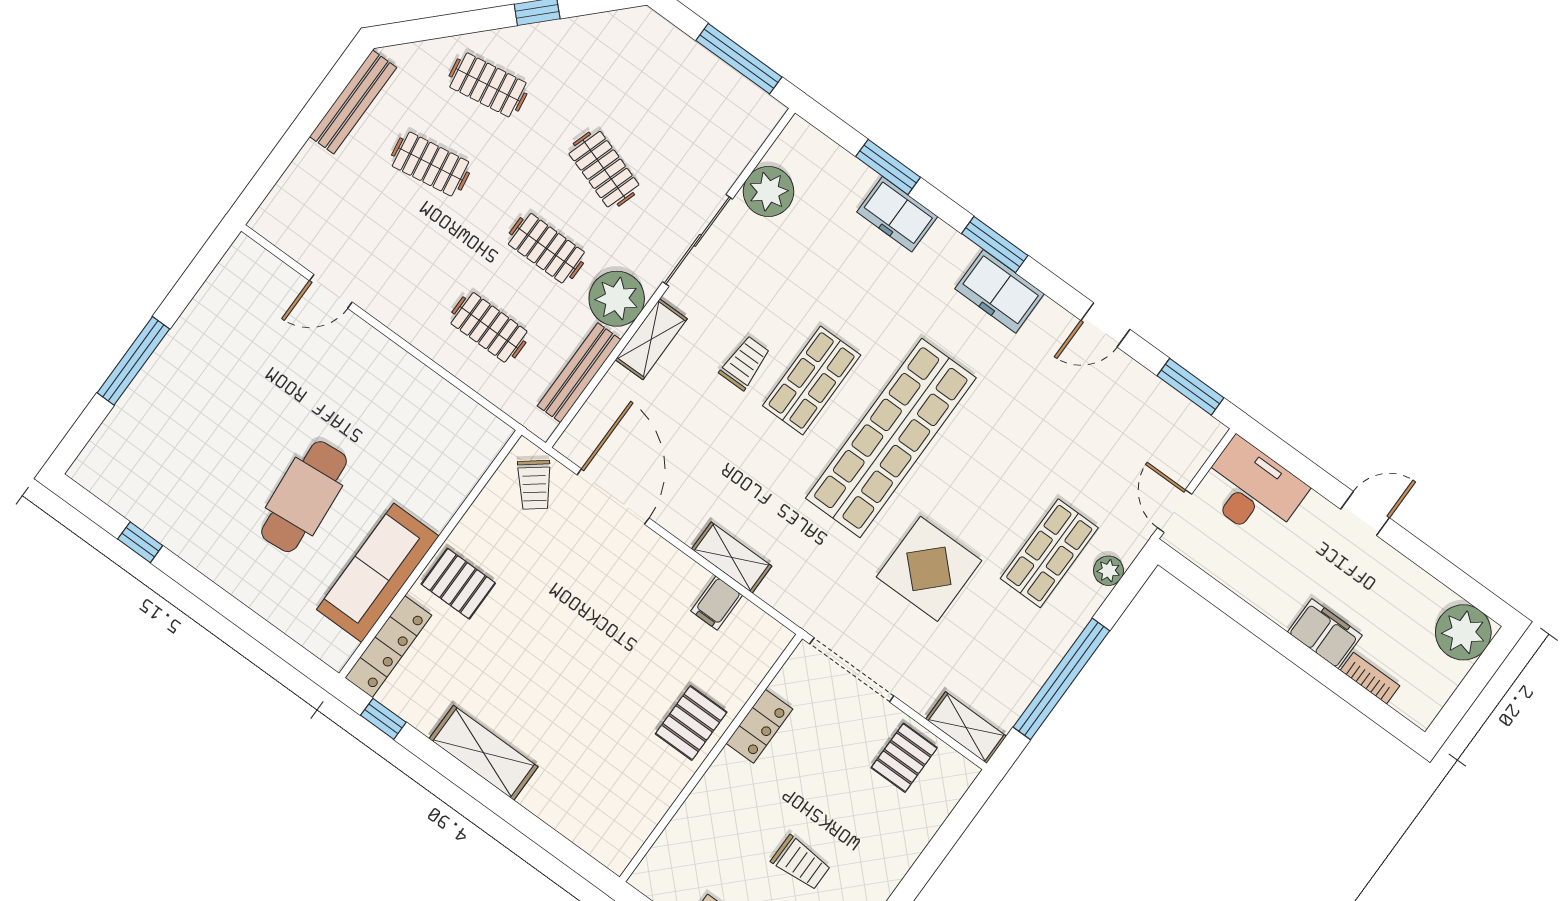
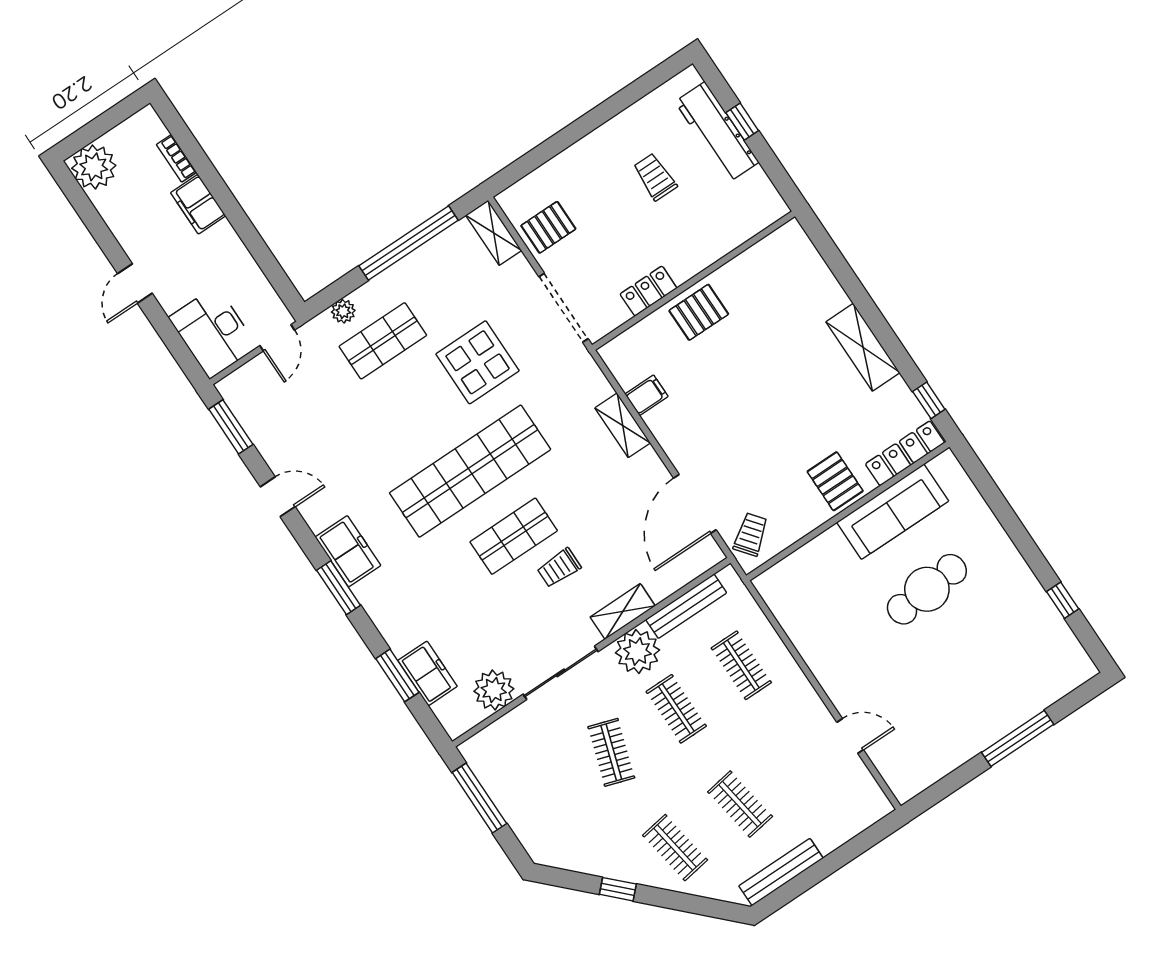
freezer: (897, 214) -> (428, 673), moved
door: (1365, 513) -> (135, 283), hinge flipped

